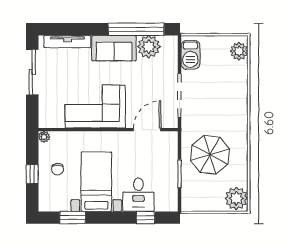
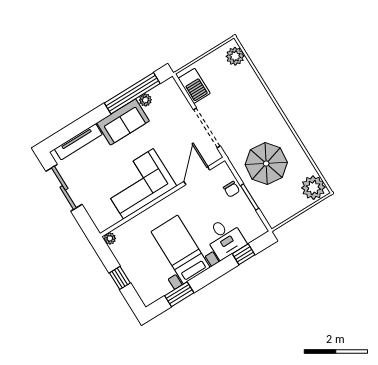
plant: (149, 47) -> (145, 100), width x0.53, depth x0.53
chair: (58, 169) -> (231, 189), moved

